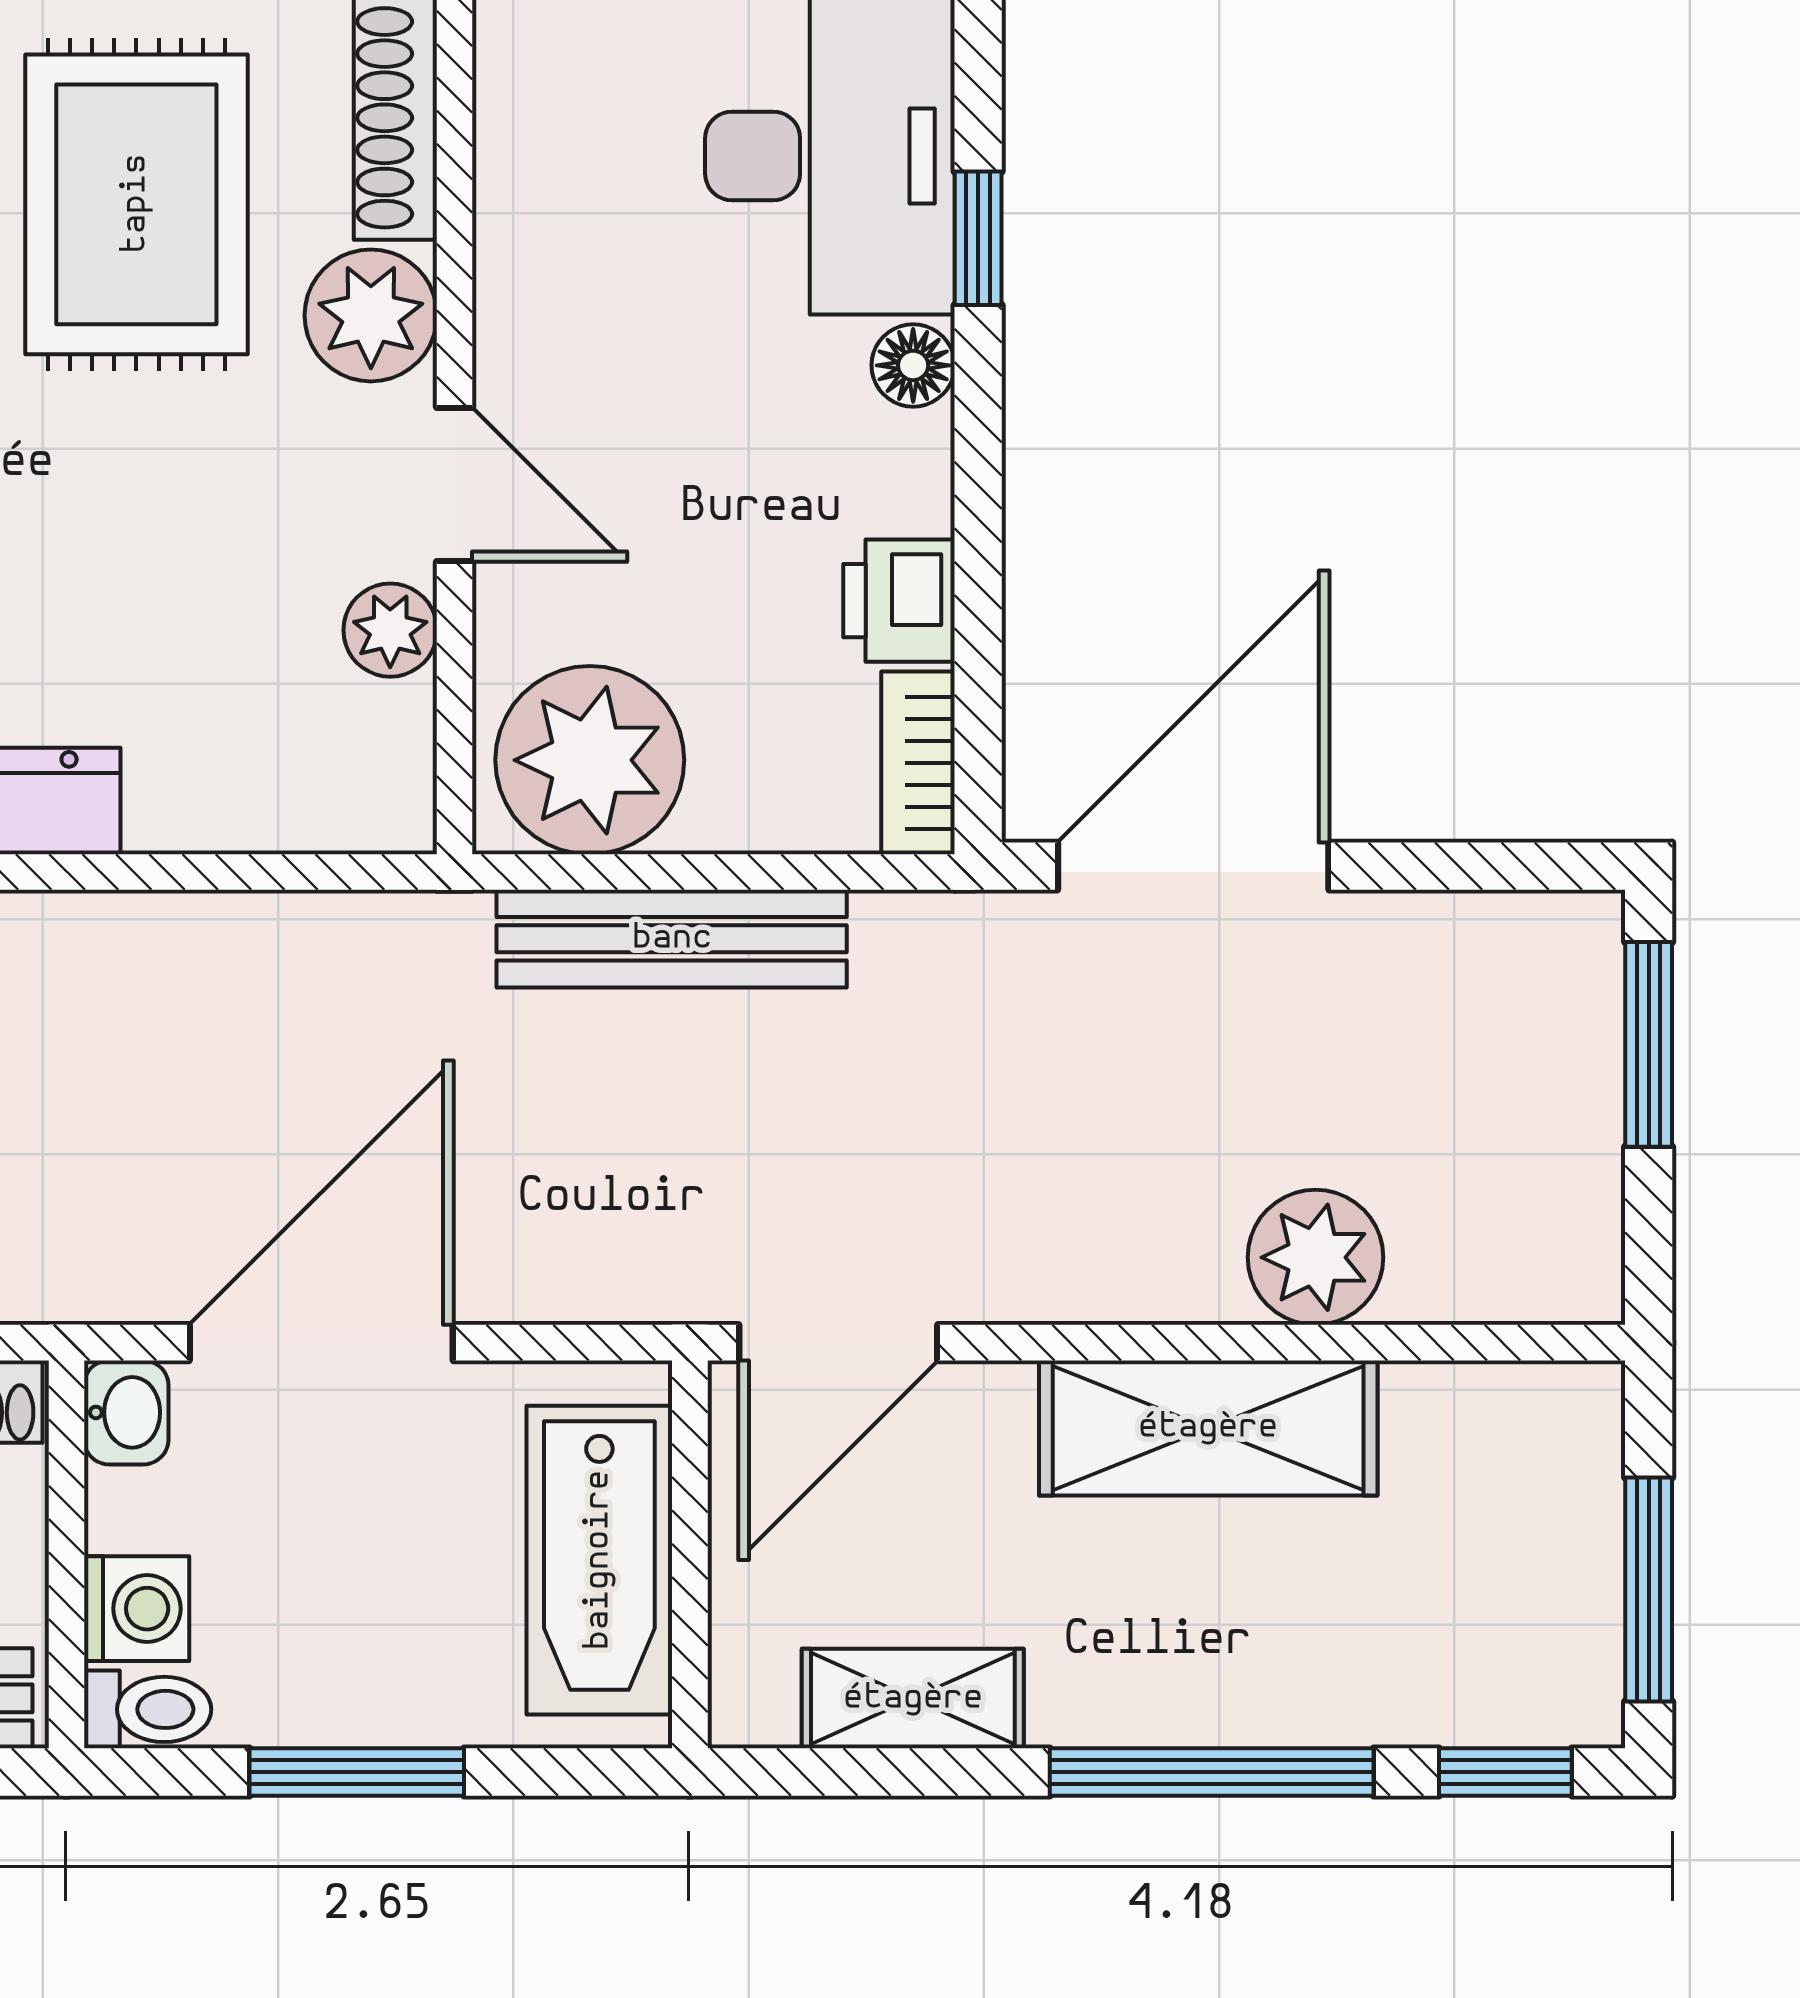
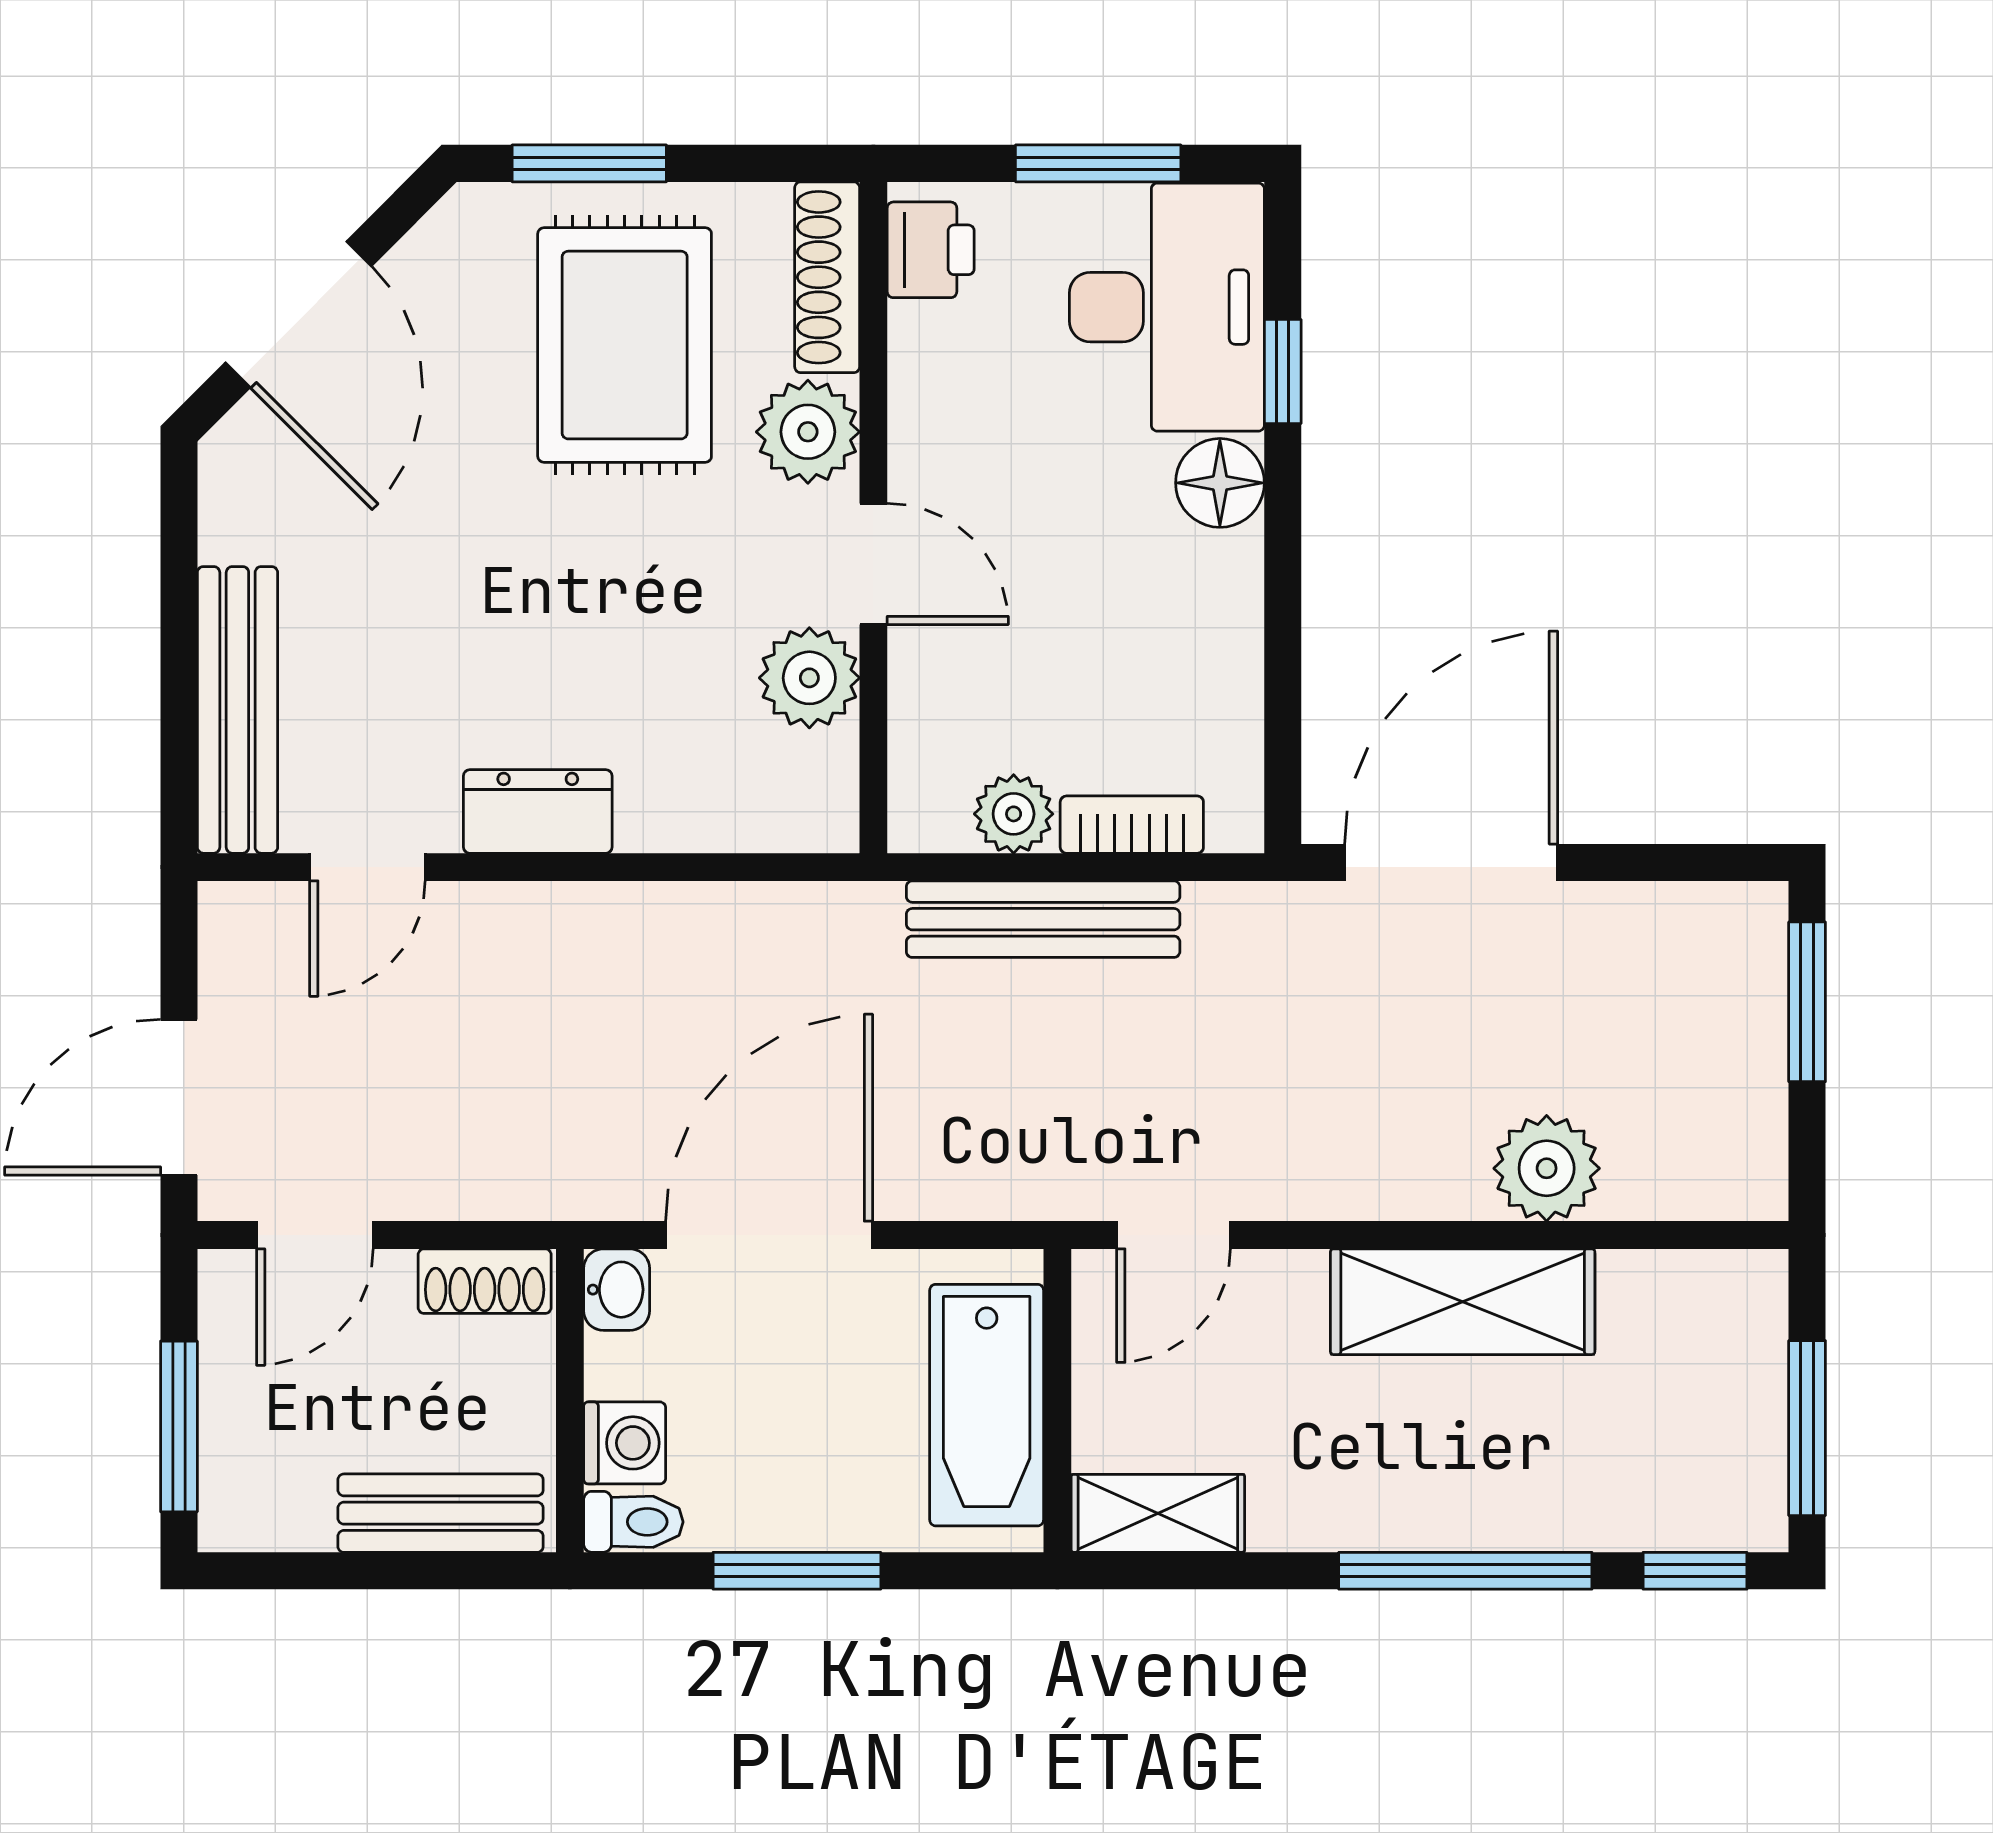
floor lamp: (913, 365) -> (1220, 483), width x1.37, depth x1.37
printer: (899, 601) -> (931, 250), moved, turned 180
plant: (390, 630) -> (809, 678), width x1.38, depth x1.38
plant: (590, 760) -> (1014, 814), width x0.53, depth x0.53
bookcase: (918, 763) -> (1132, 825), moved, turned 90
door: (838, 1343) -> (1173, 1235), width x0.73
shelving: (913, 1699) -> (1158, 1513), moved

